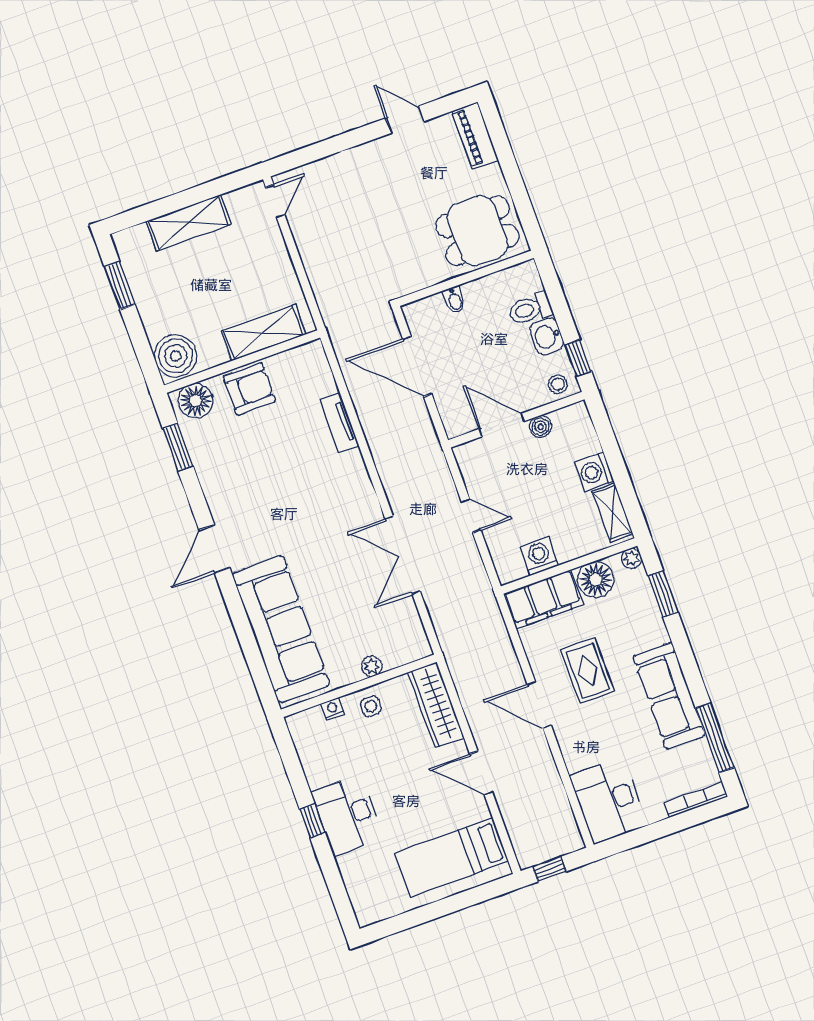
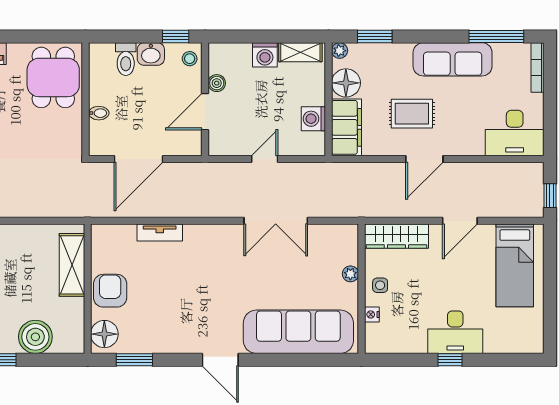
boiler: (176, 356) -> (35, 337), moved

